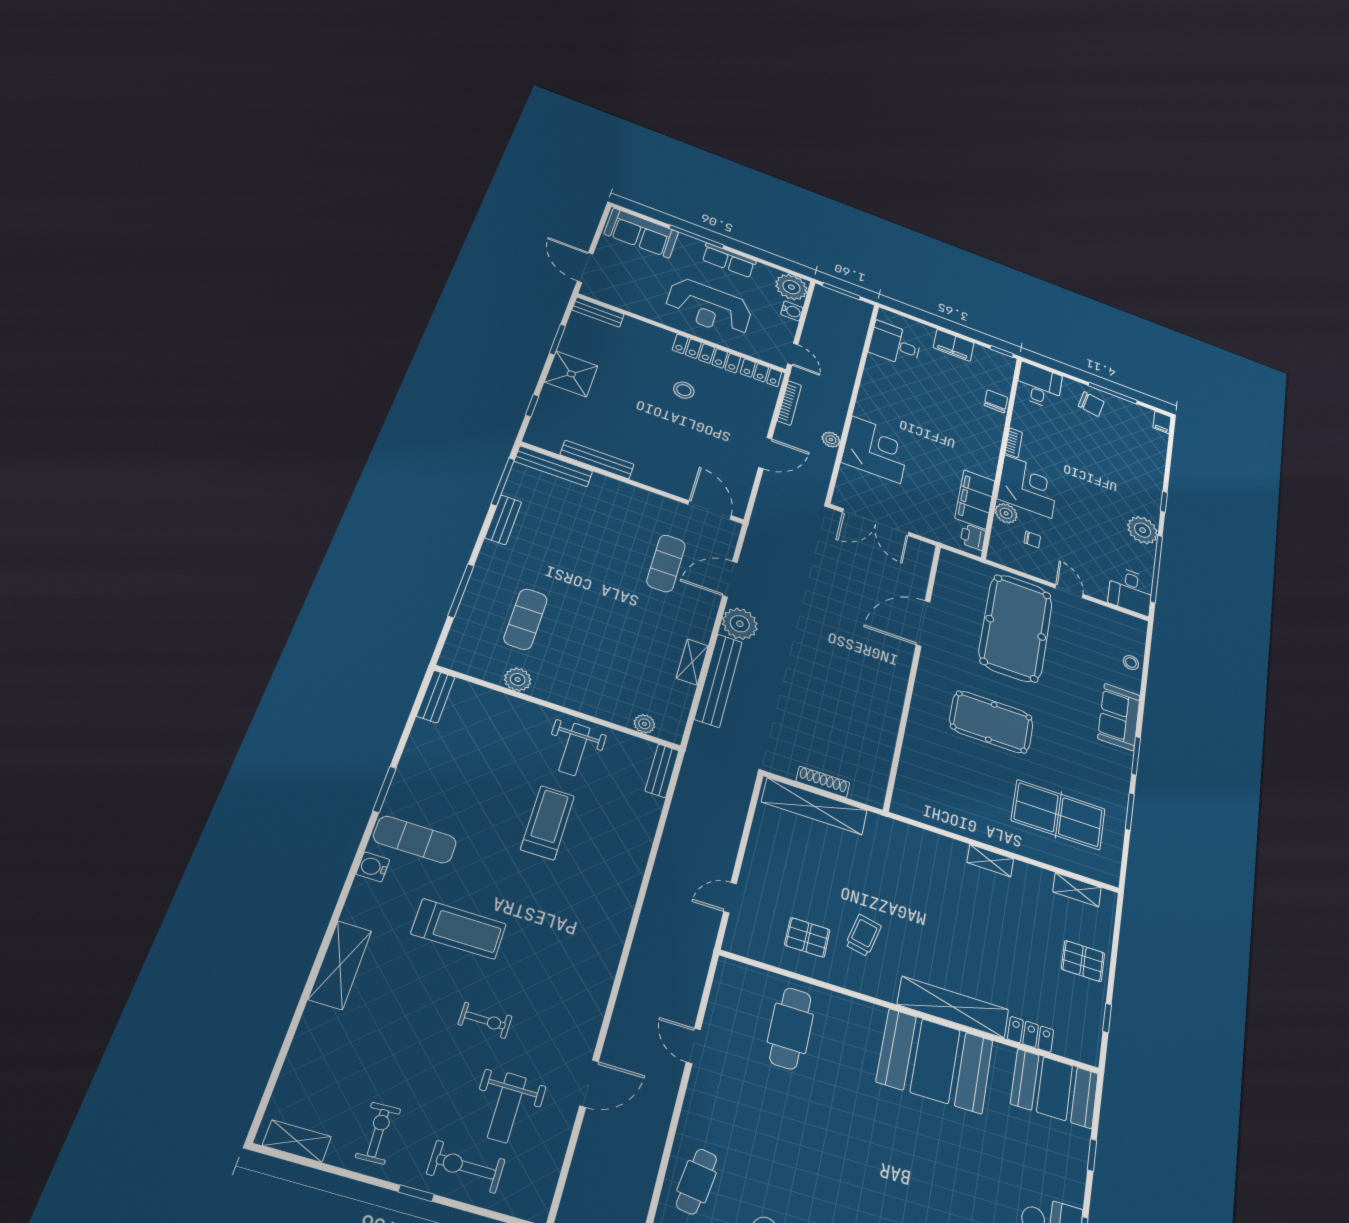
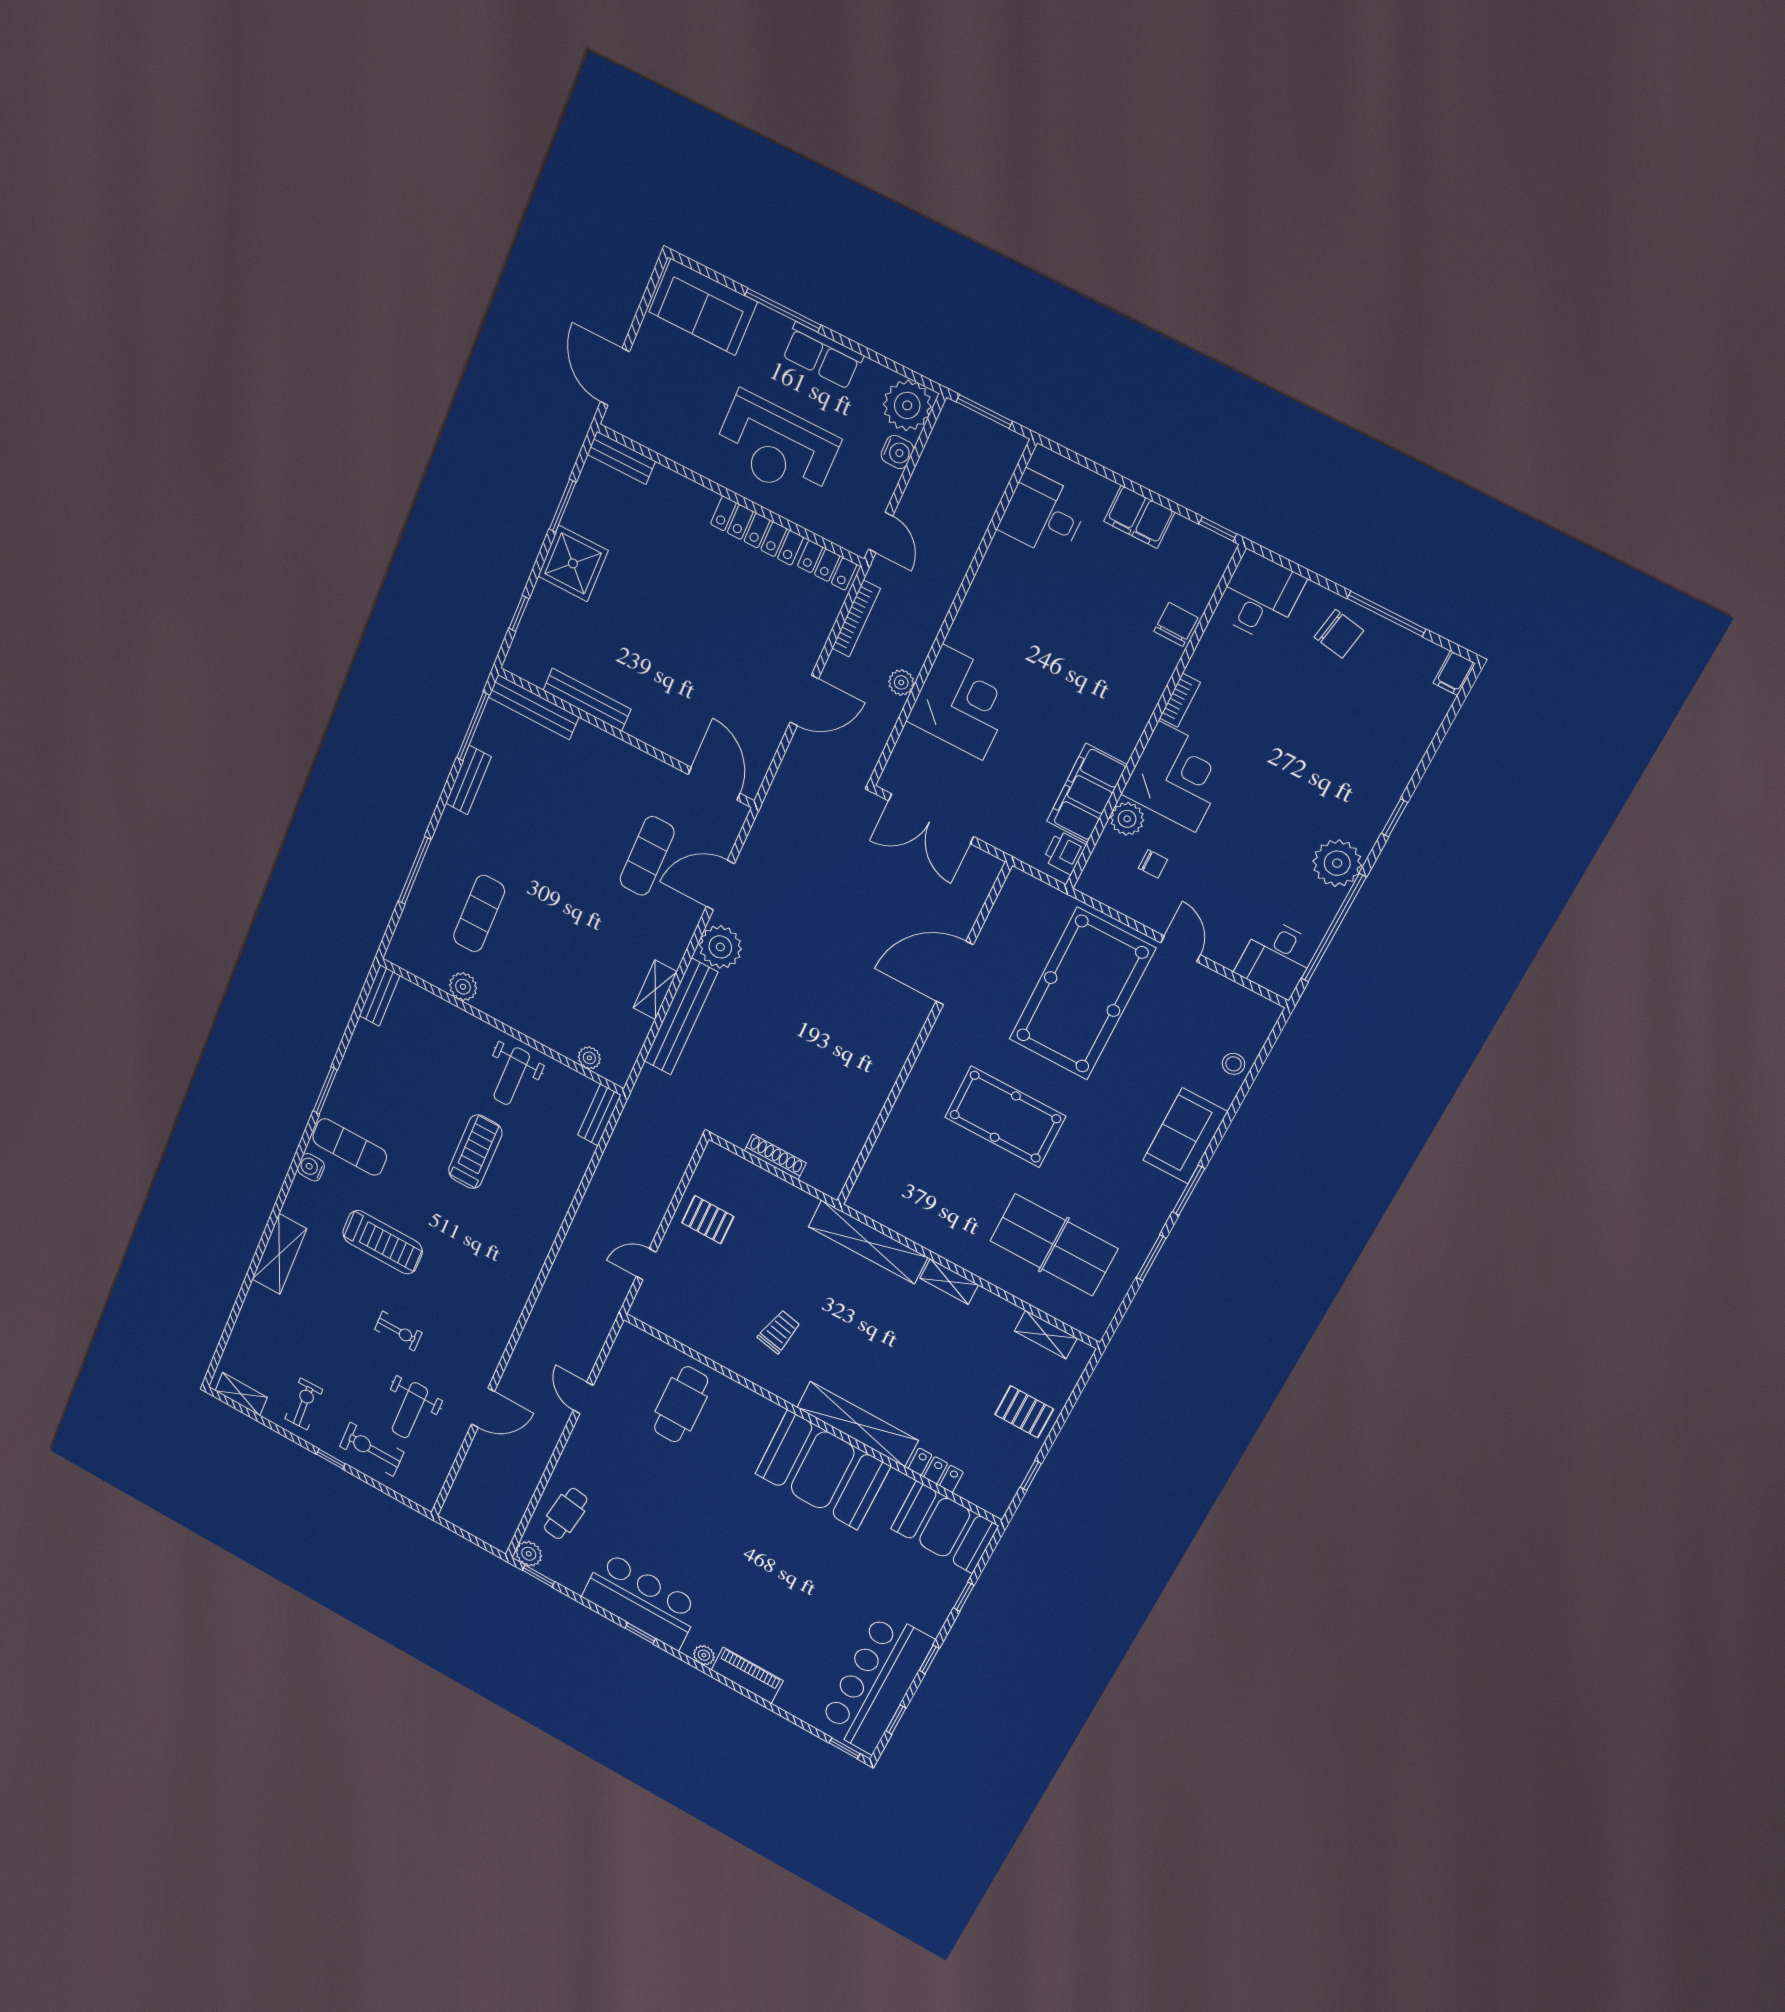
stool: (684, 390) -> (715, 593), removed
shelving: (814, 806) -> (868, 1242), moved
pallet: (807, 937) -> (708, 1220), moved

